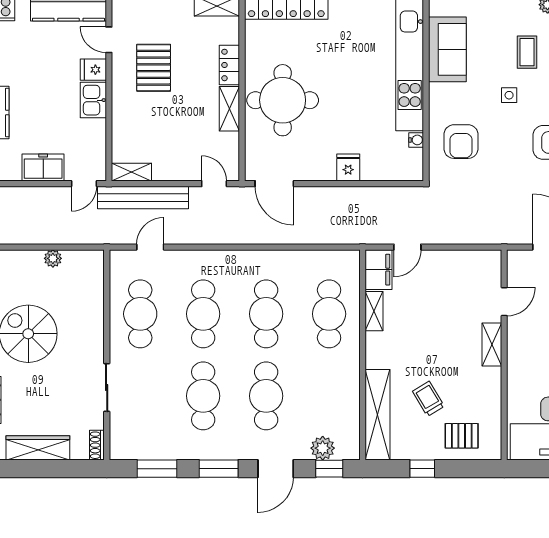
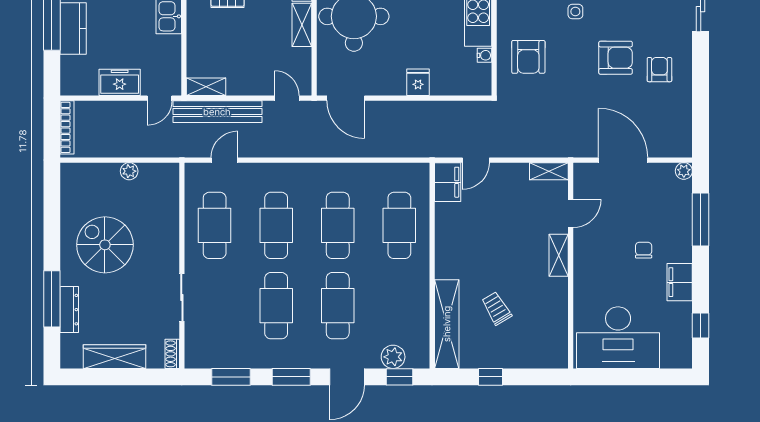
shelving: (374, 311) -> (549, 171), moved, turned 90
pallet: (462, 436) -> (529, 345), removed

